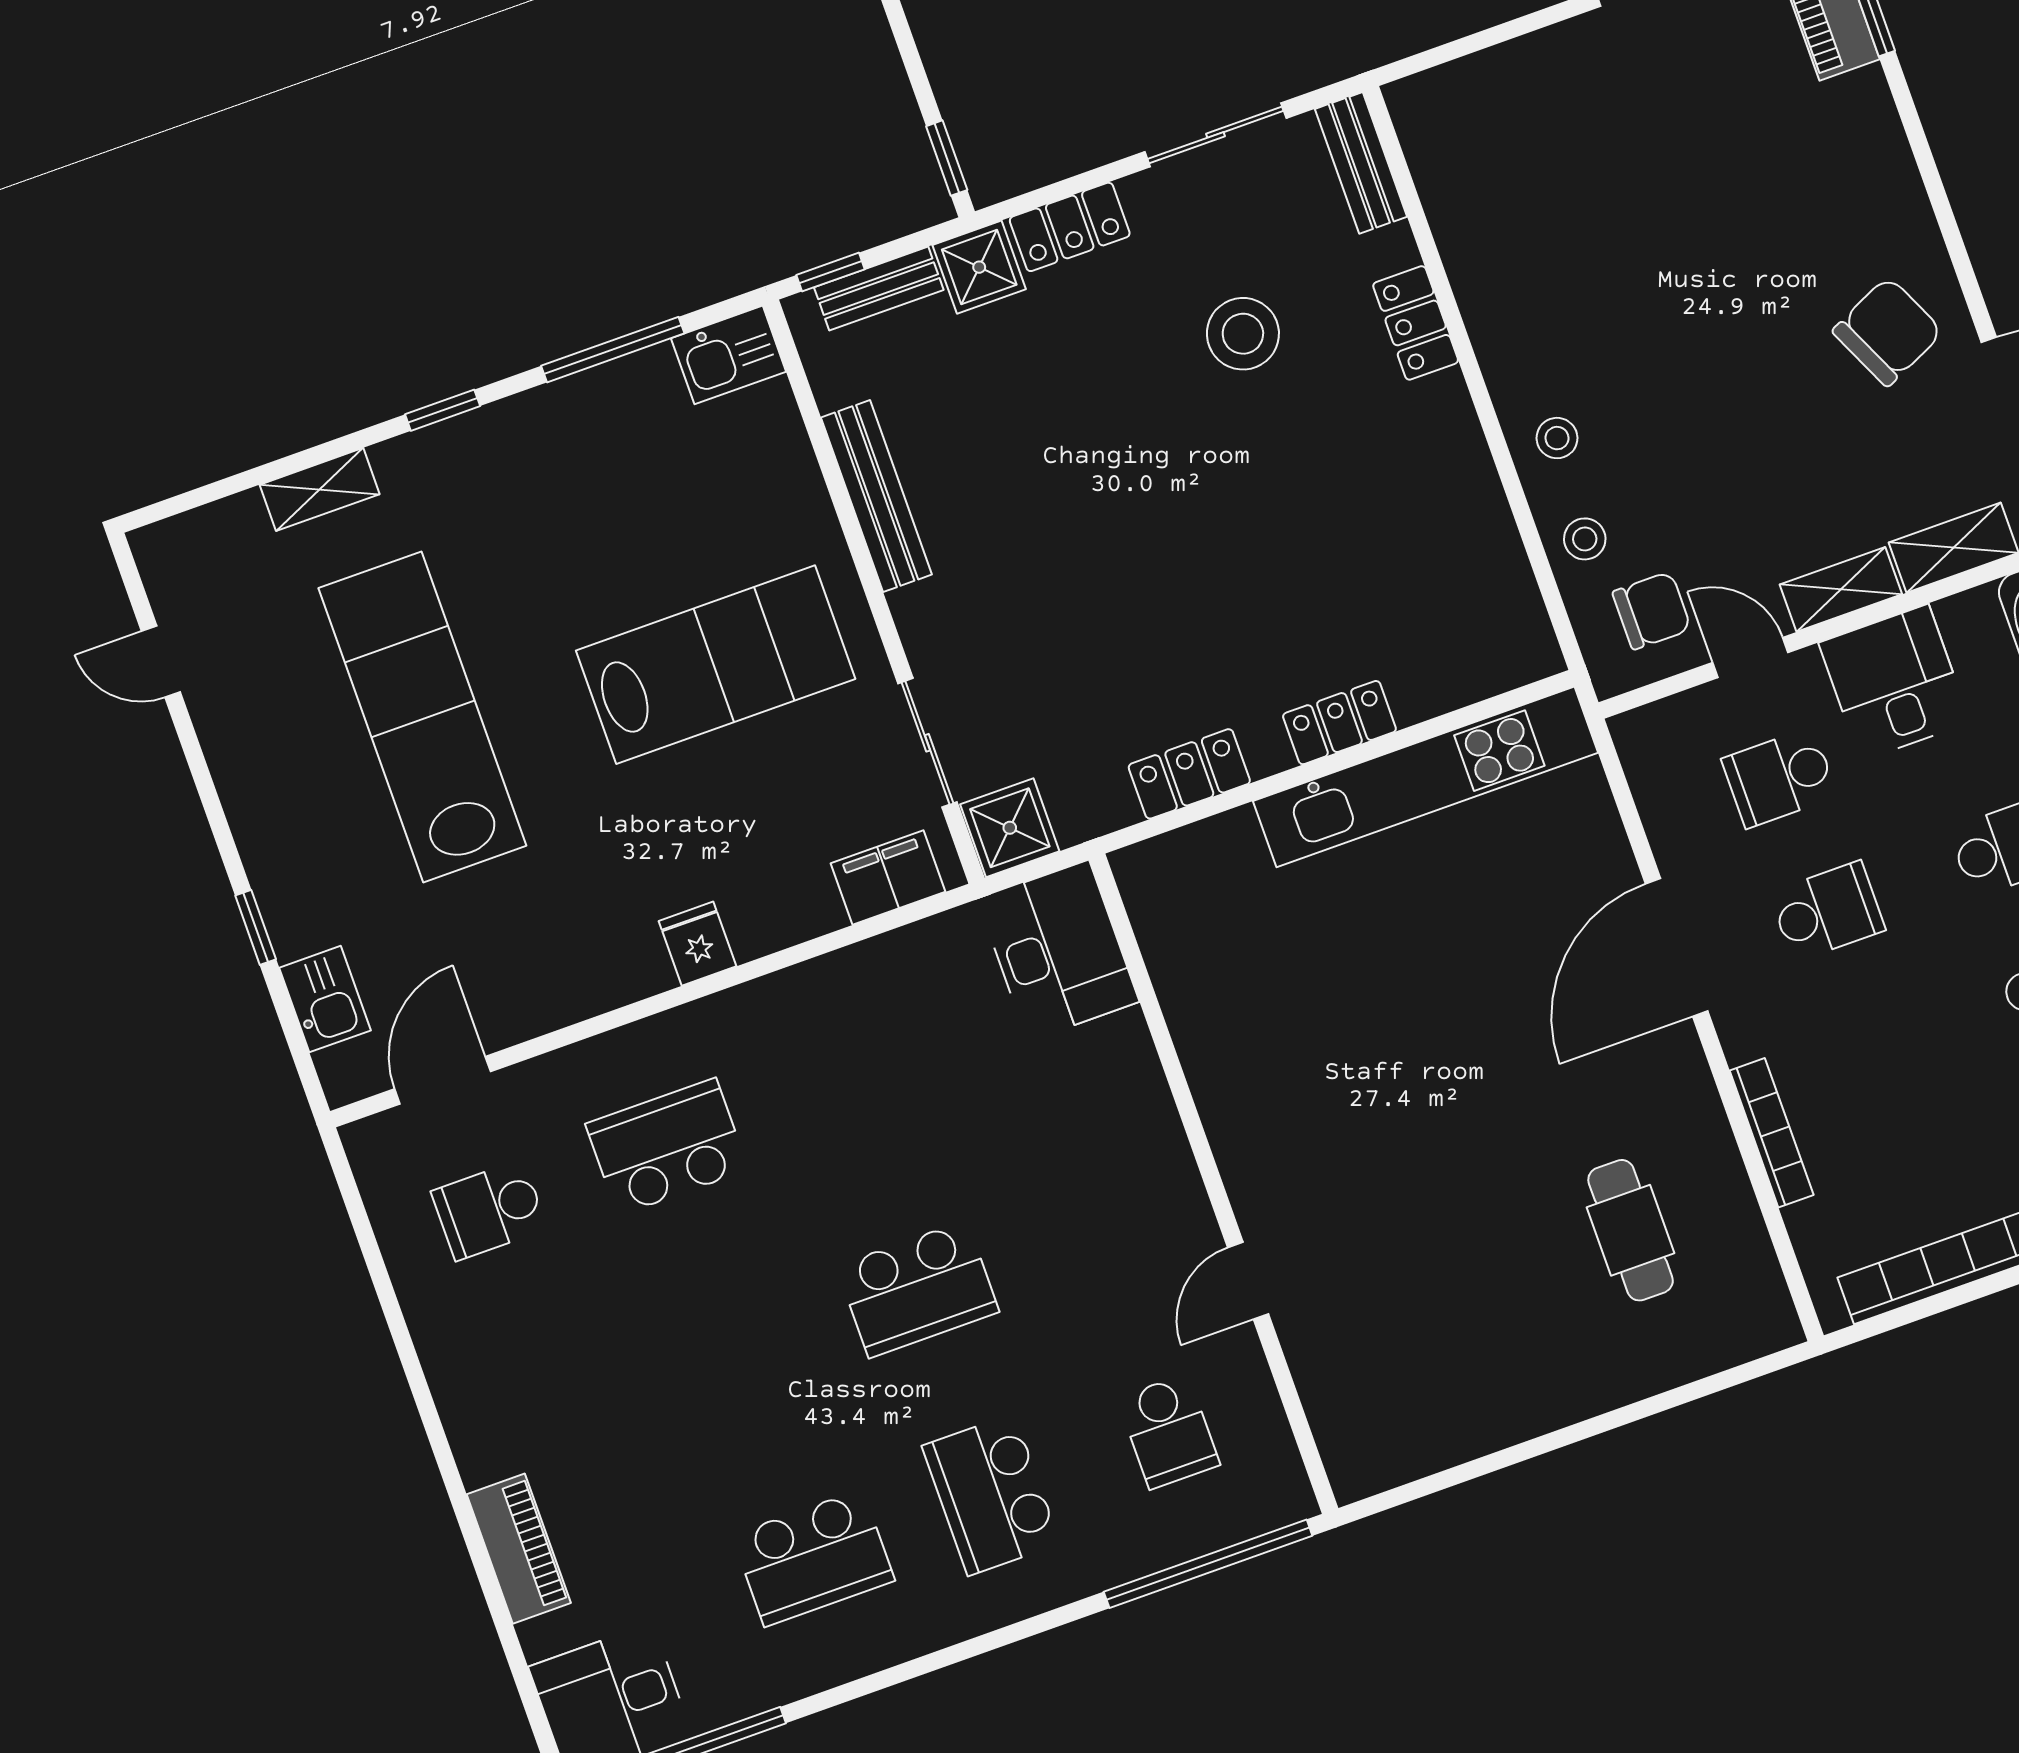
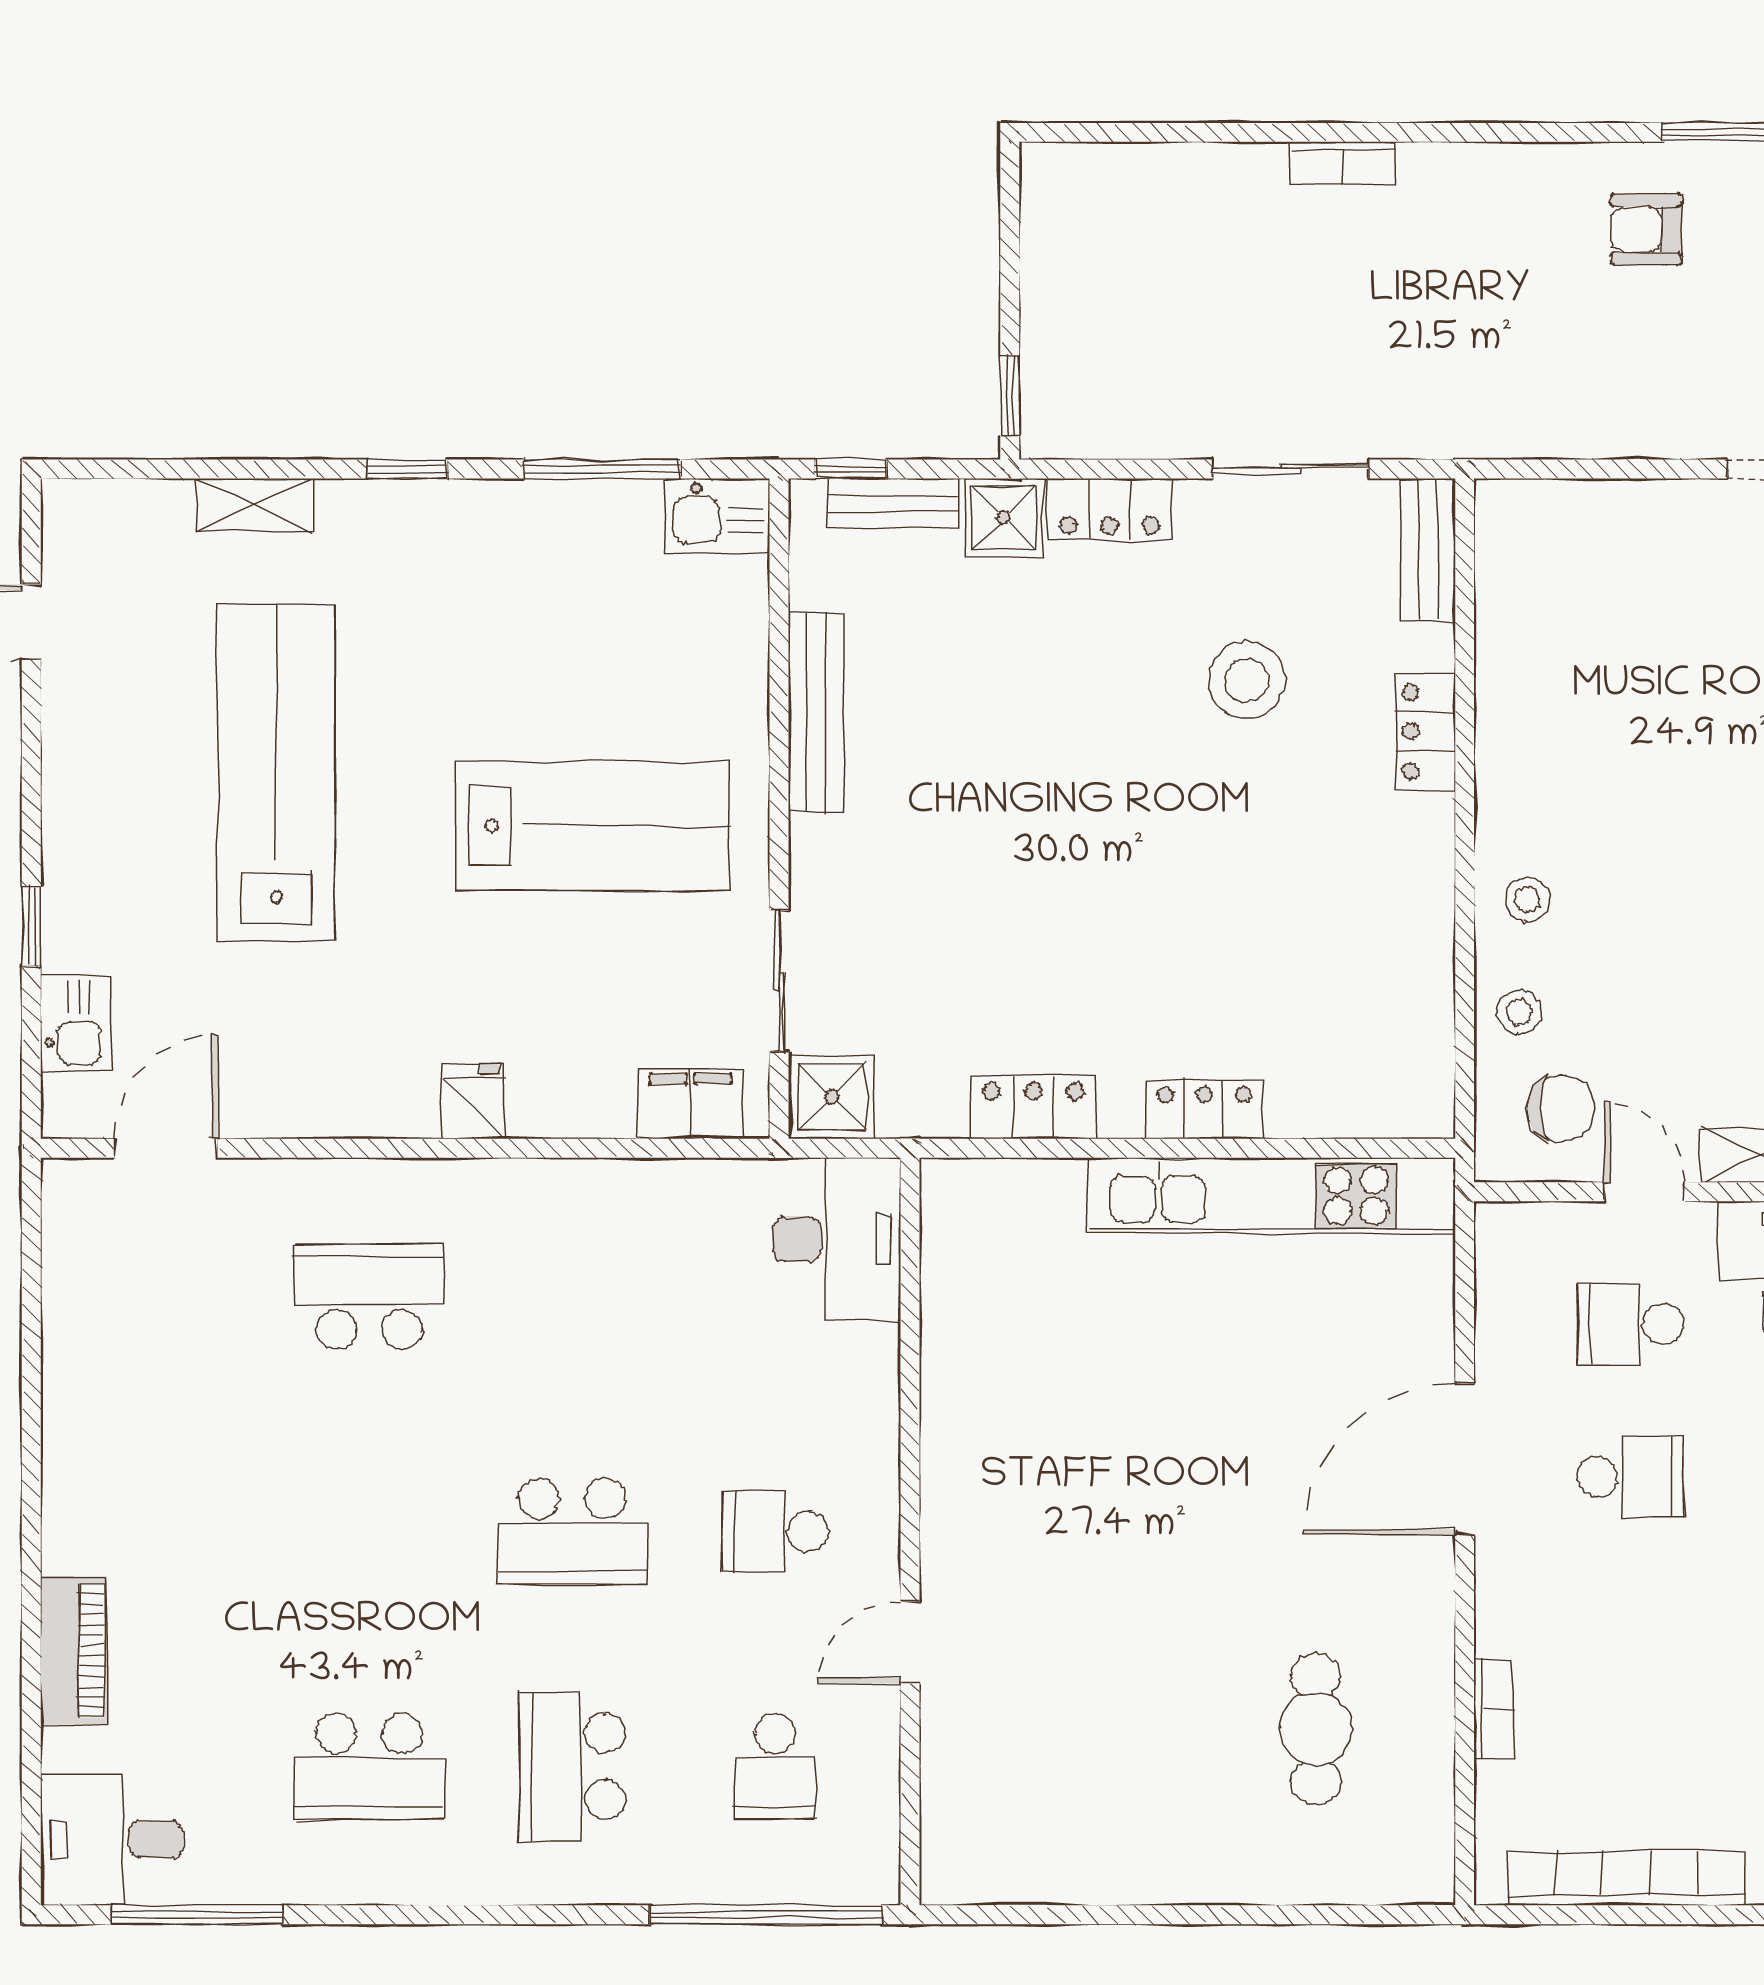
bookcase: (1772, 1133) -> (1494, 1709), width x0.64
school desk: (489, 1210) -> (775, 1531), moved

